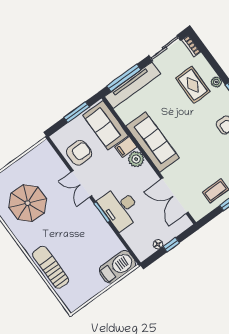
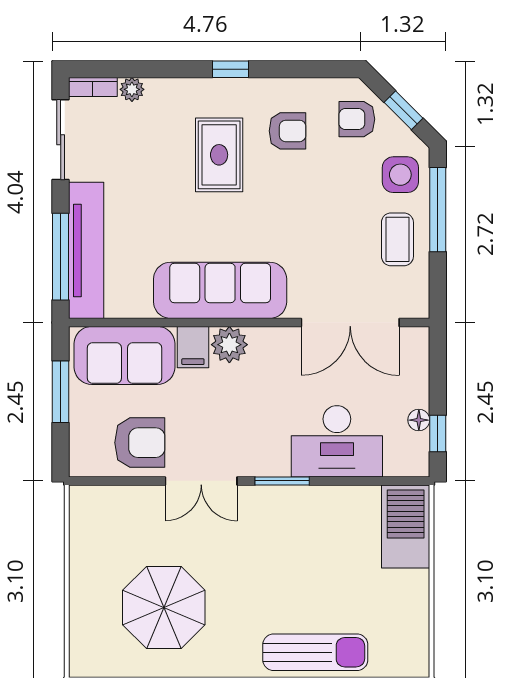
plant: (216, 82) -> (132, 89), moved
rug: (193, 85) -> (219, 155), moved, turned 90
armchair: (79, 153) -> (140, 443), turned 90
desk: (120, 208) -> (337, 441), moved
window: (171, 245) -> (438, 434), moved
sun lounger: (51, 267) -> (315, 652), turned 180

